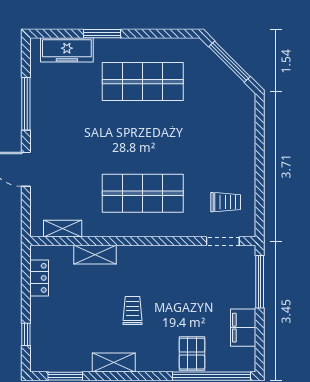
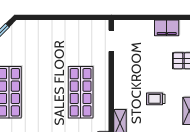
trolley: (226, 202) -> (86, 39), removed
window: (260, 282) -> (137, 17), removed

